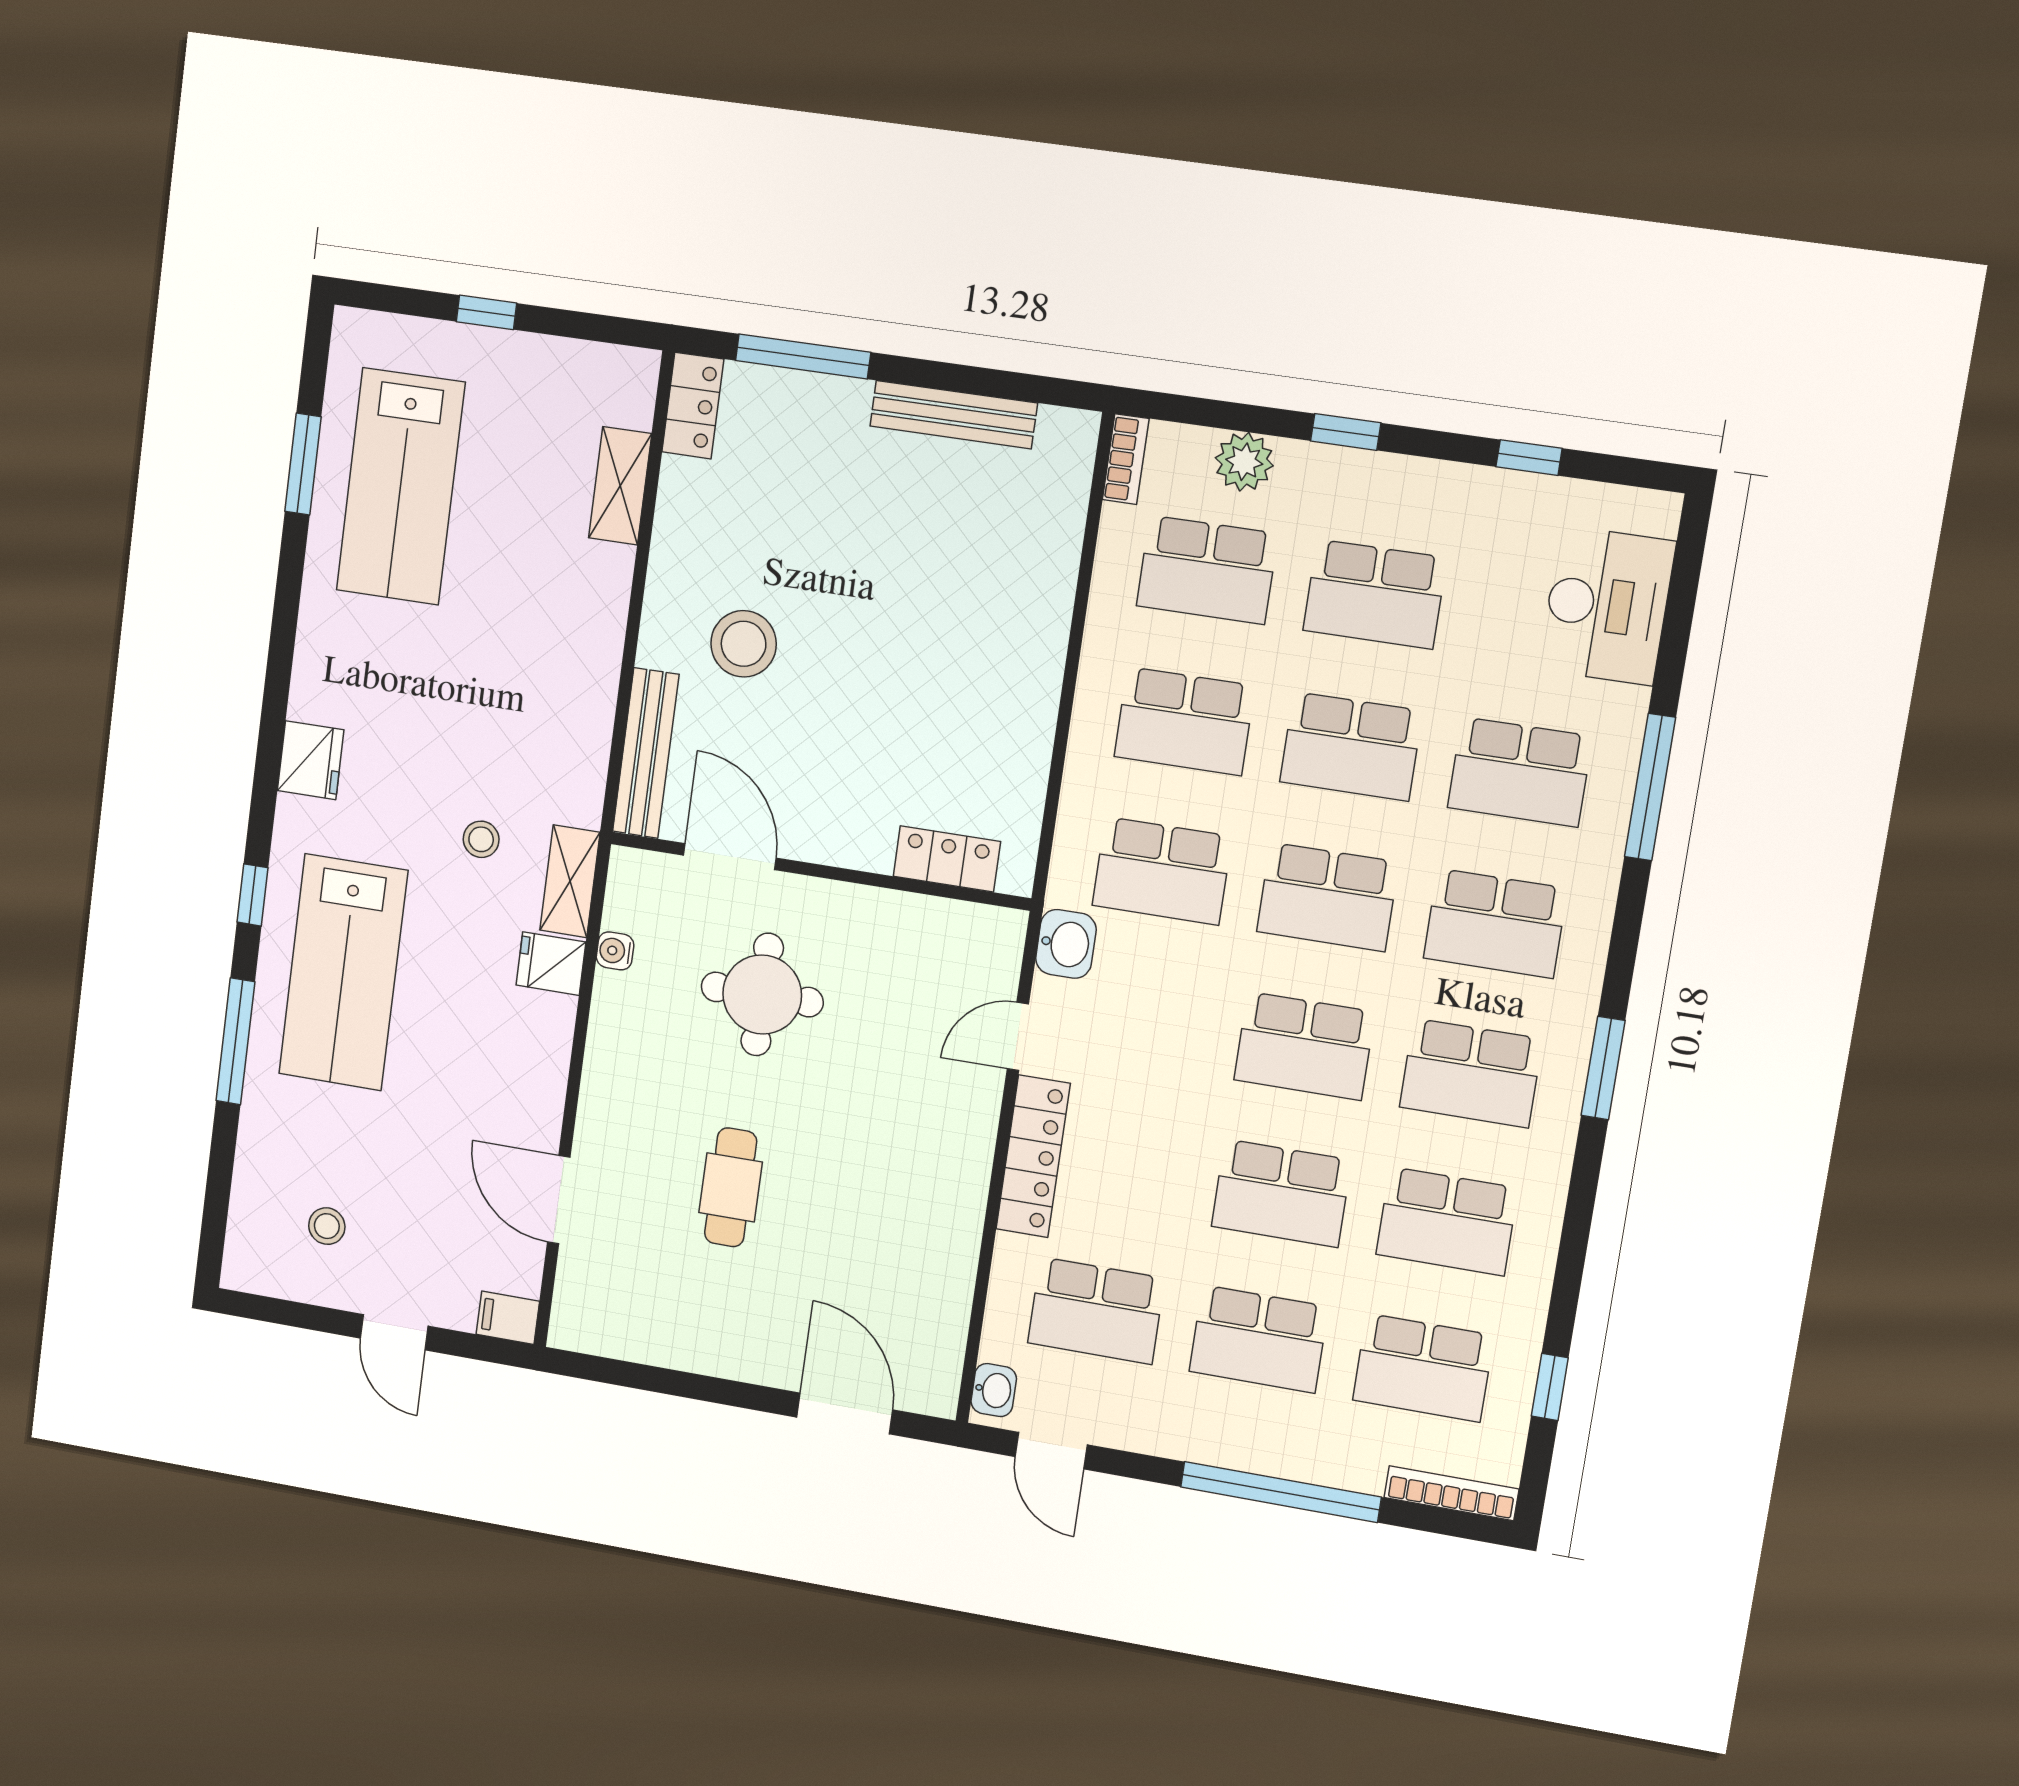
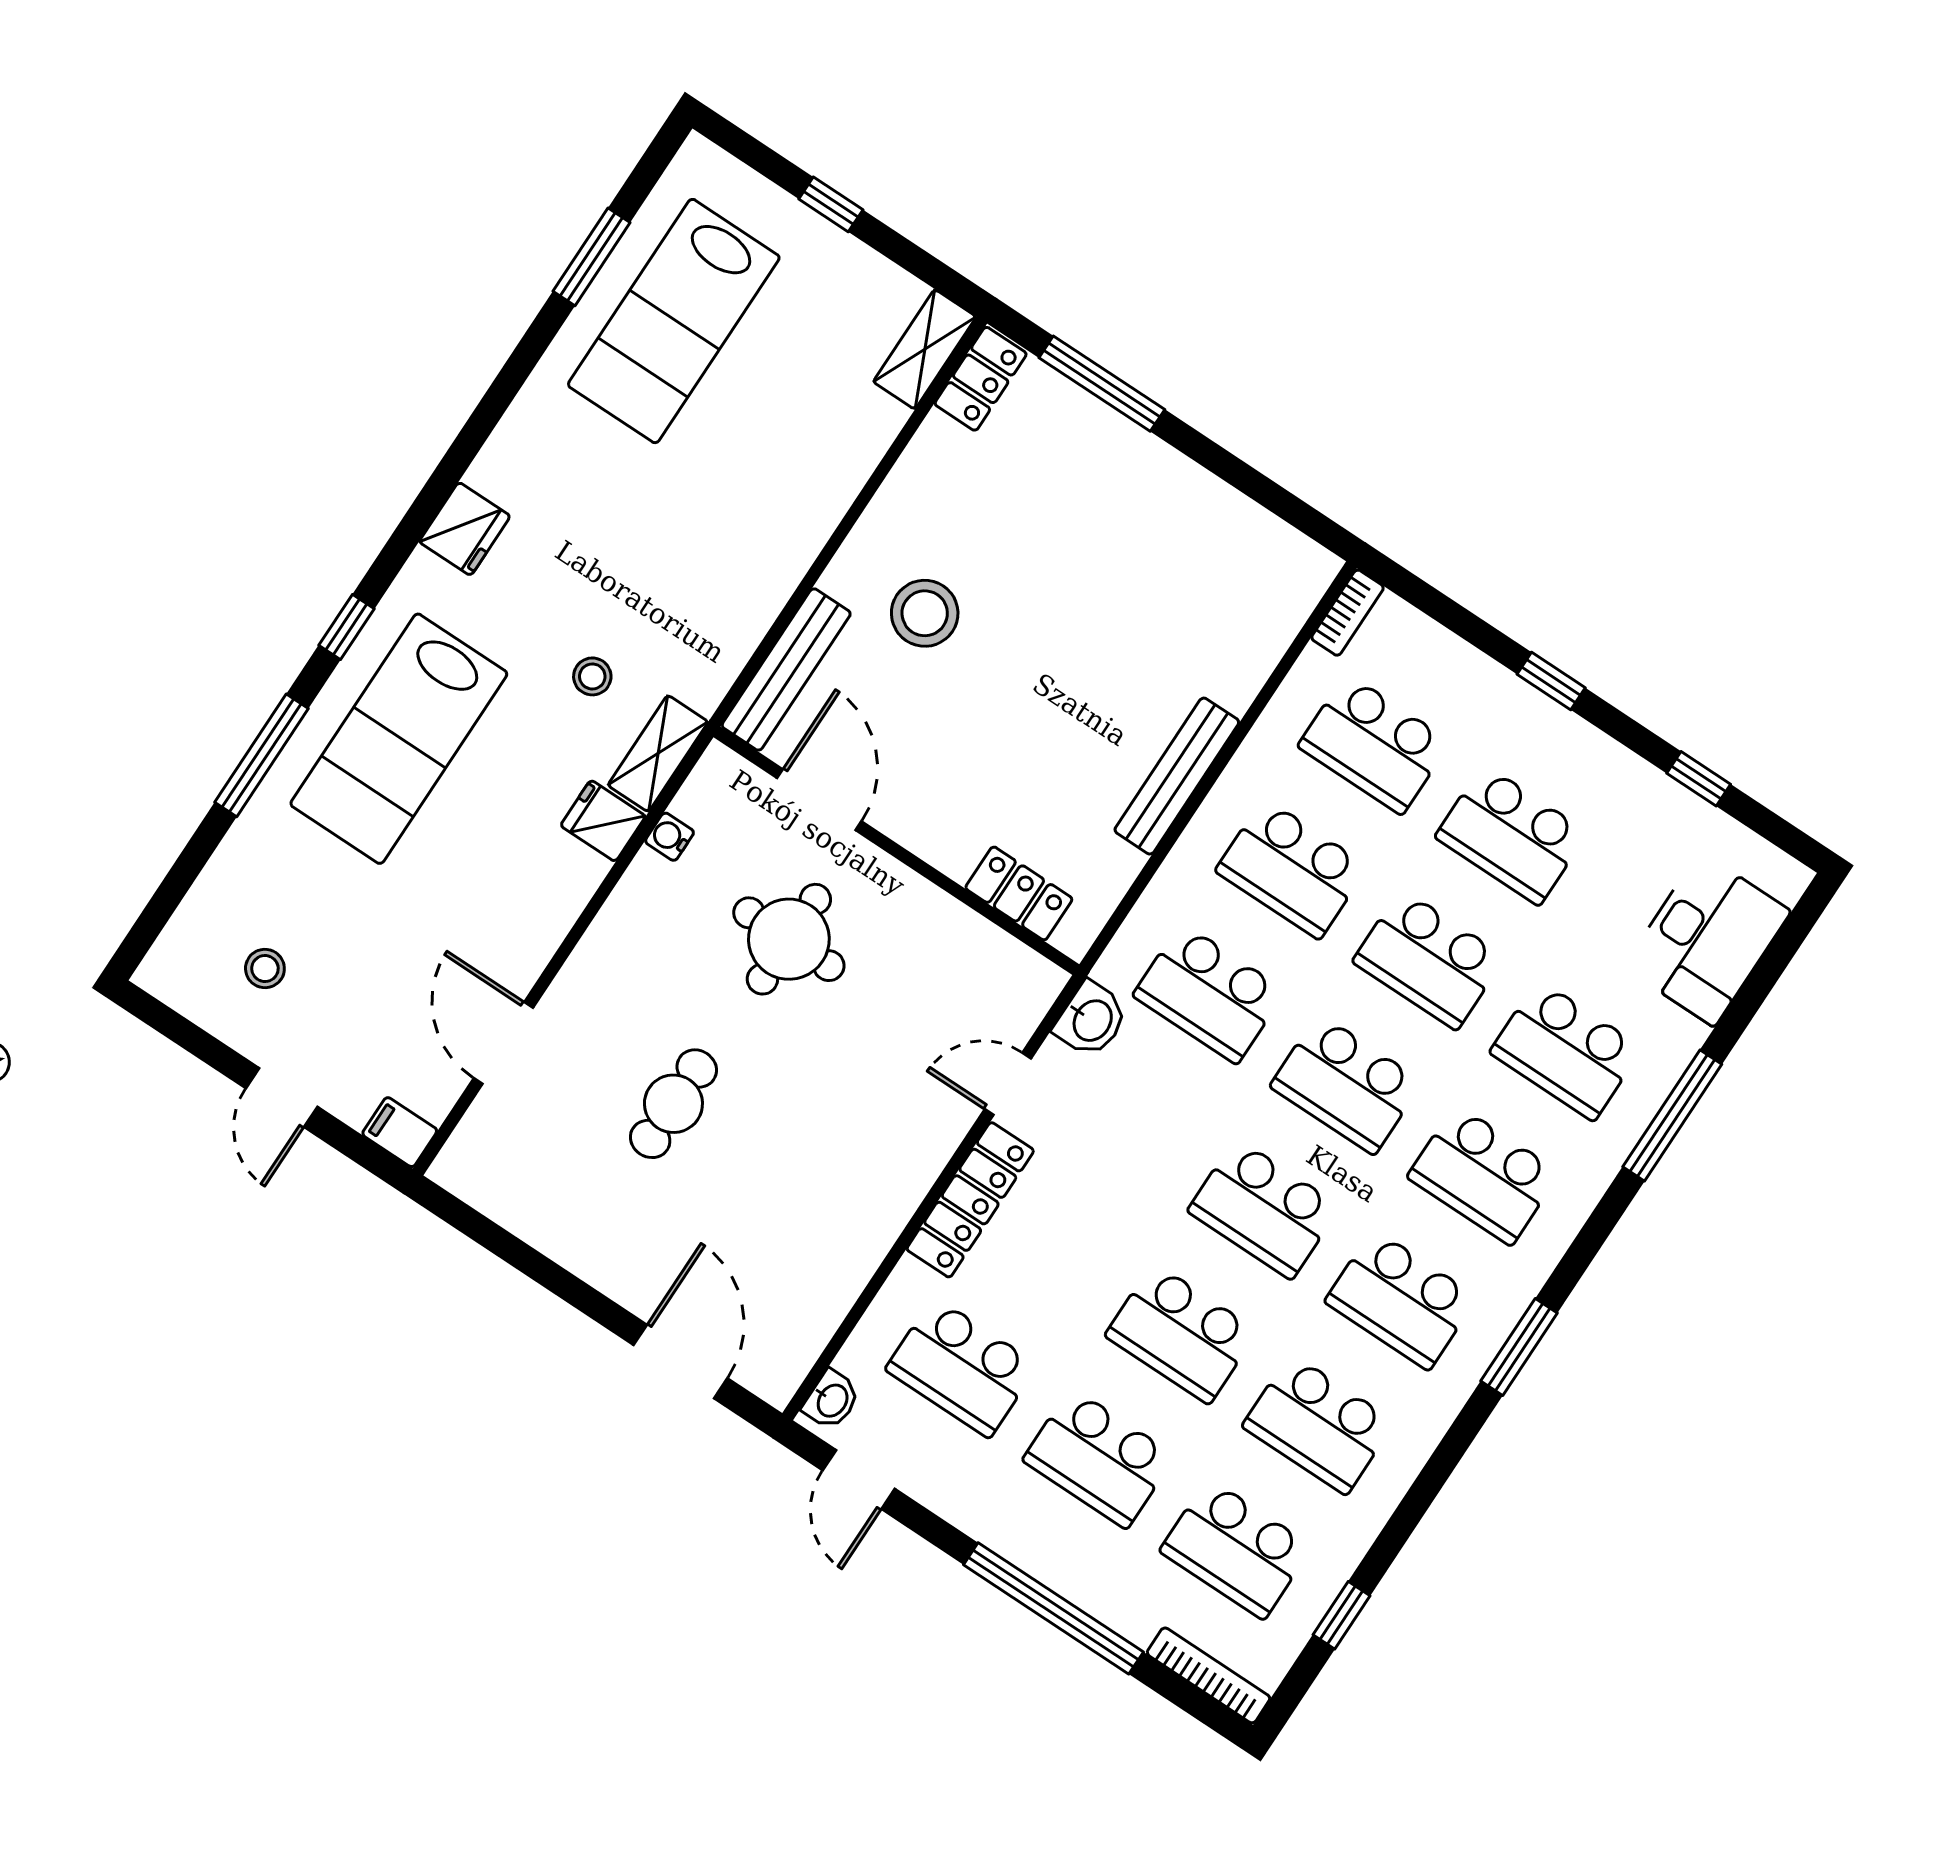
bench: (954, 415) -> (1177, 776), moved, turned 90
plant: (1244, 462) -> (1451, 665), removed
shelving: (620, 486) -> (925, 349), moved

